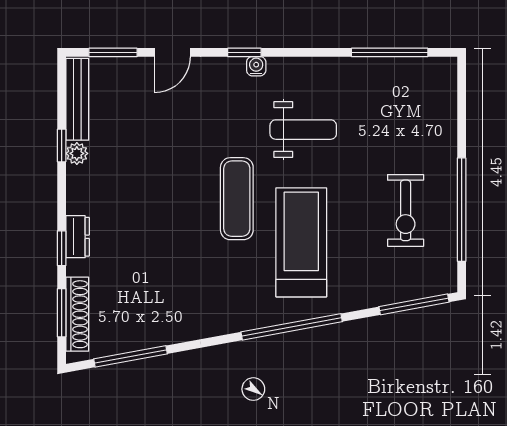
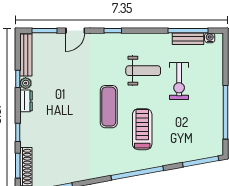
water cooler: (256, 66) -> (210, 38), moved
bench: (389, 68) -> (188, 39), added
exercise bike: (406, 210) -> (179, 81), moved
dresser: (78, 237) -> (26, 101), moved
treadmill: (301, 242) -> (142, 129), width x0.73, depth x0.73

